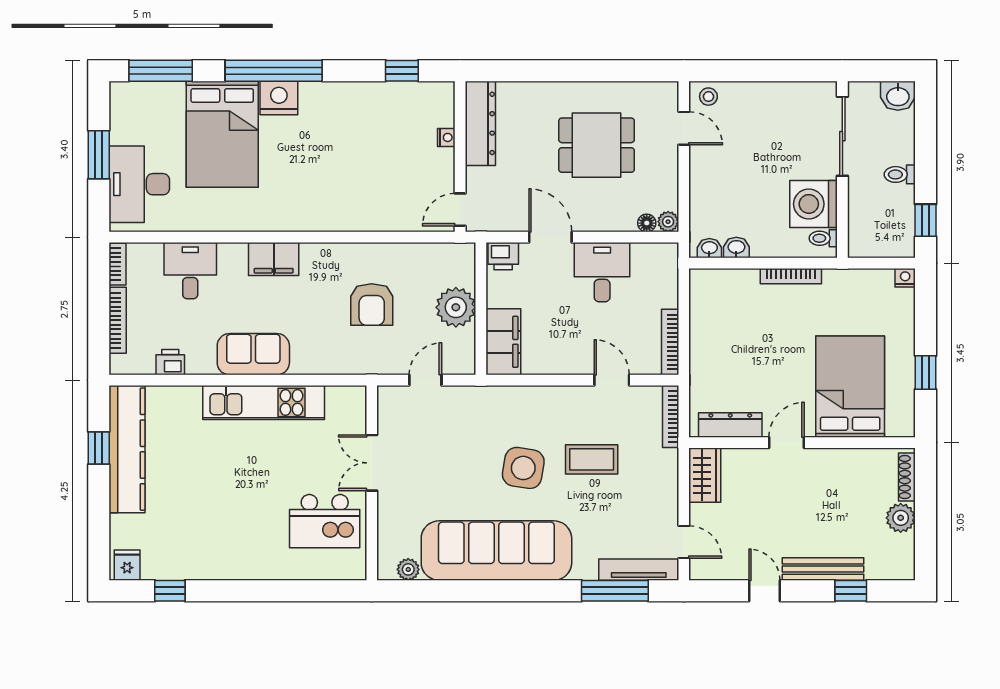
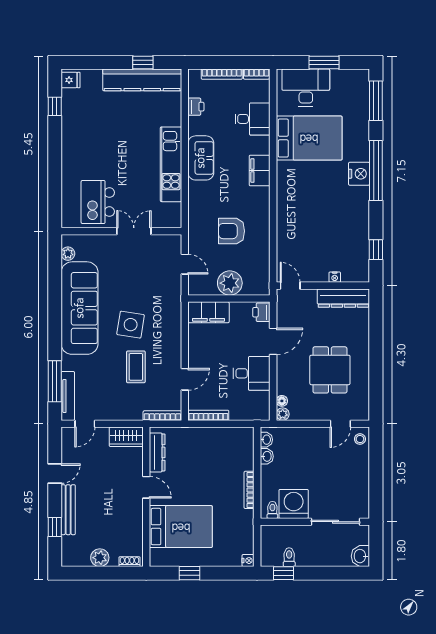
bed: (222, 134) -> (309, 138), moved, turned 180
toilet: (900, 174) -> (289, 557), moved
shoe rack: (907, 477) -> (129, 562), width x0.70

